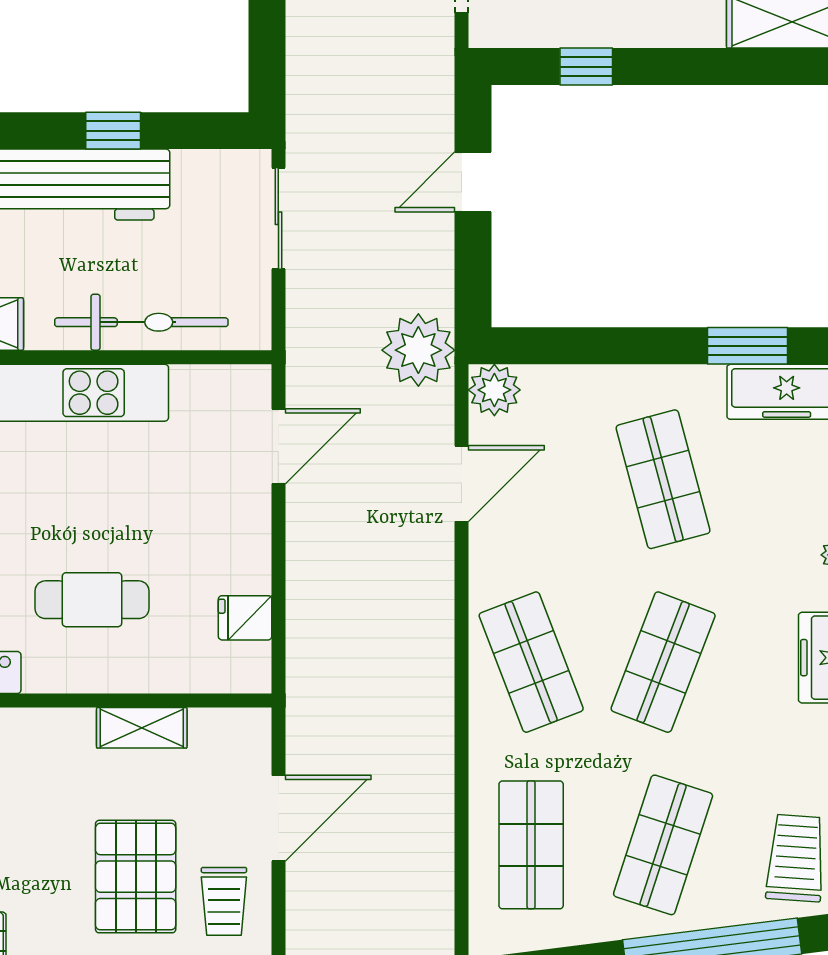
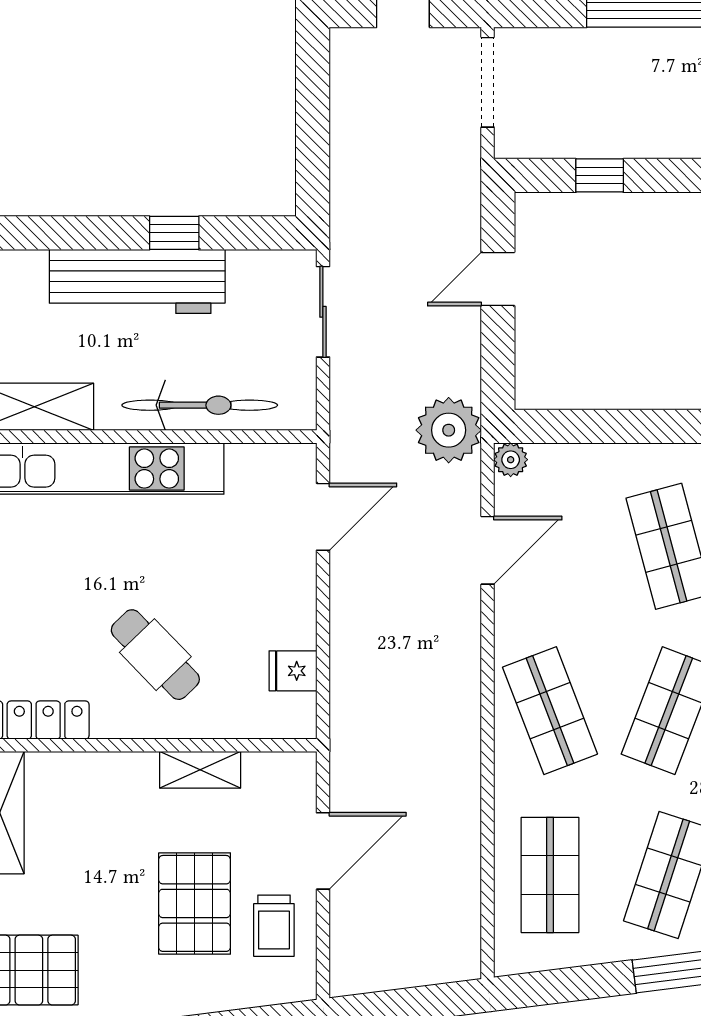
plant: (494, 390) -> (511, 460), width x0.73, depth x0.73
cafe table: (92, 600) -> (155, 655), turned 46

